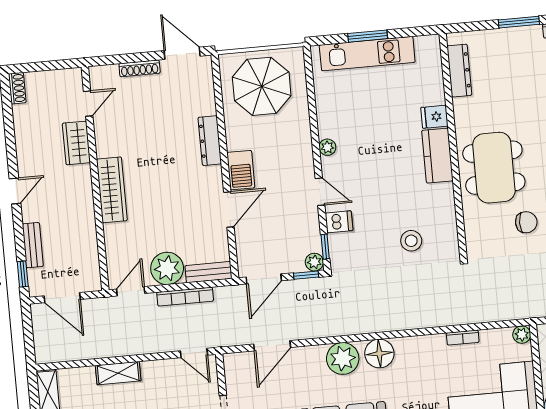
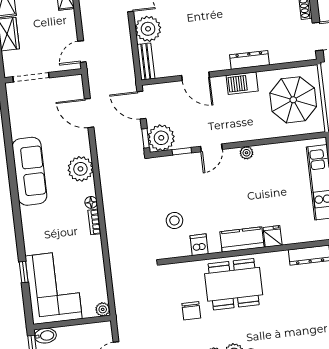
barbecue: (241, 170) -> (242, 83), moved
dishwasher: (339, 222) -> (199, 245), moved, turned 180
window: (325, 247) -> (182, 151), moved
plant: (314, 262) -> (161, 138), width x1.87, depth x1.87
bookcase: (185, 297) -> (126, 44), removed
bookcase: (463, 338) -> (94, 222), moved
floor lamp: (379, 354) -> (91, 202), width x0.53, depth x0.53

